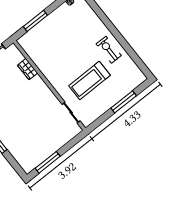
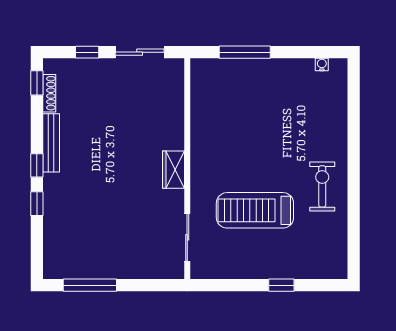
wardrobe: (28, 69) -> (173, 170), moved
window: (124, 102) -> (281, 285), width x0.46

